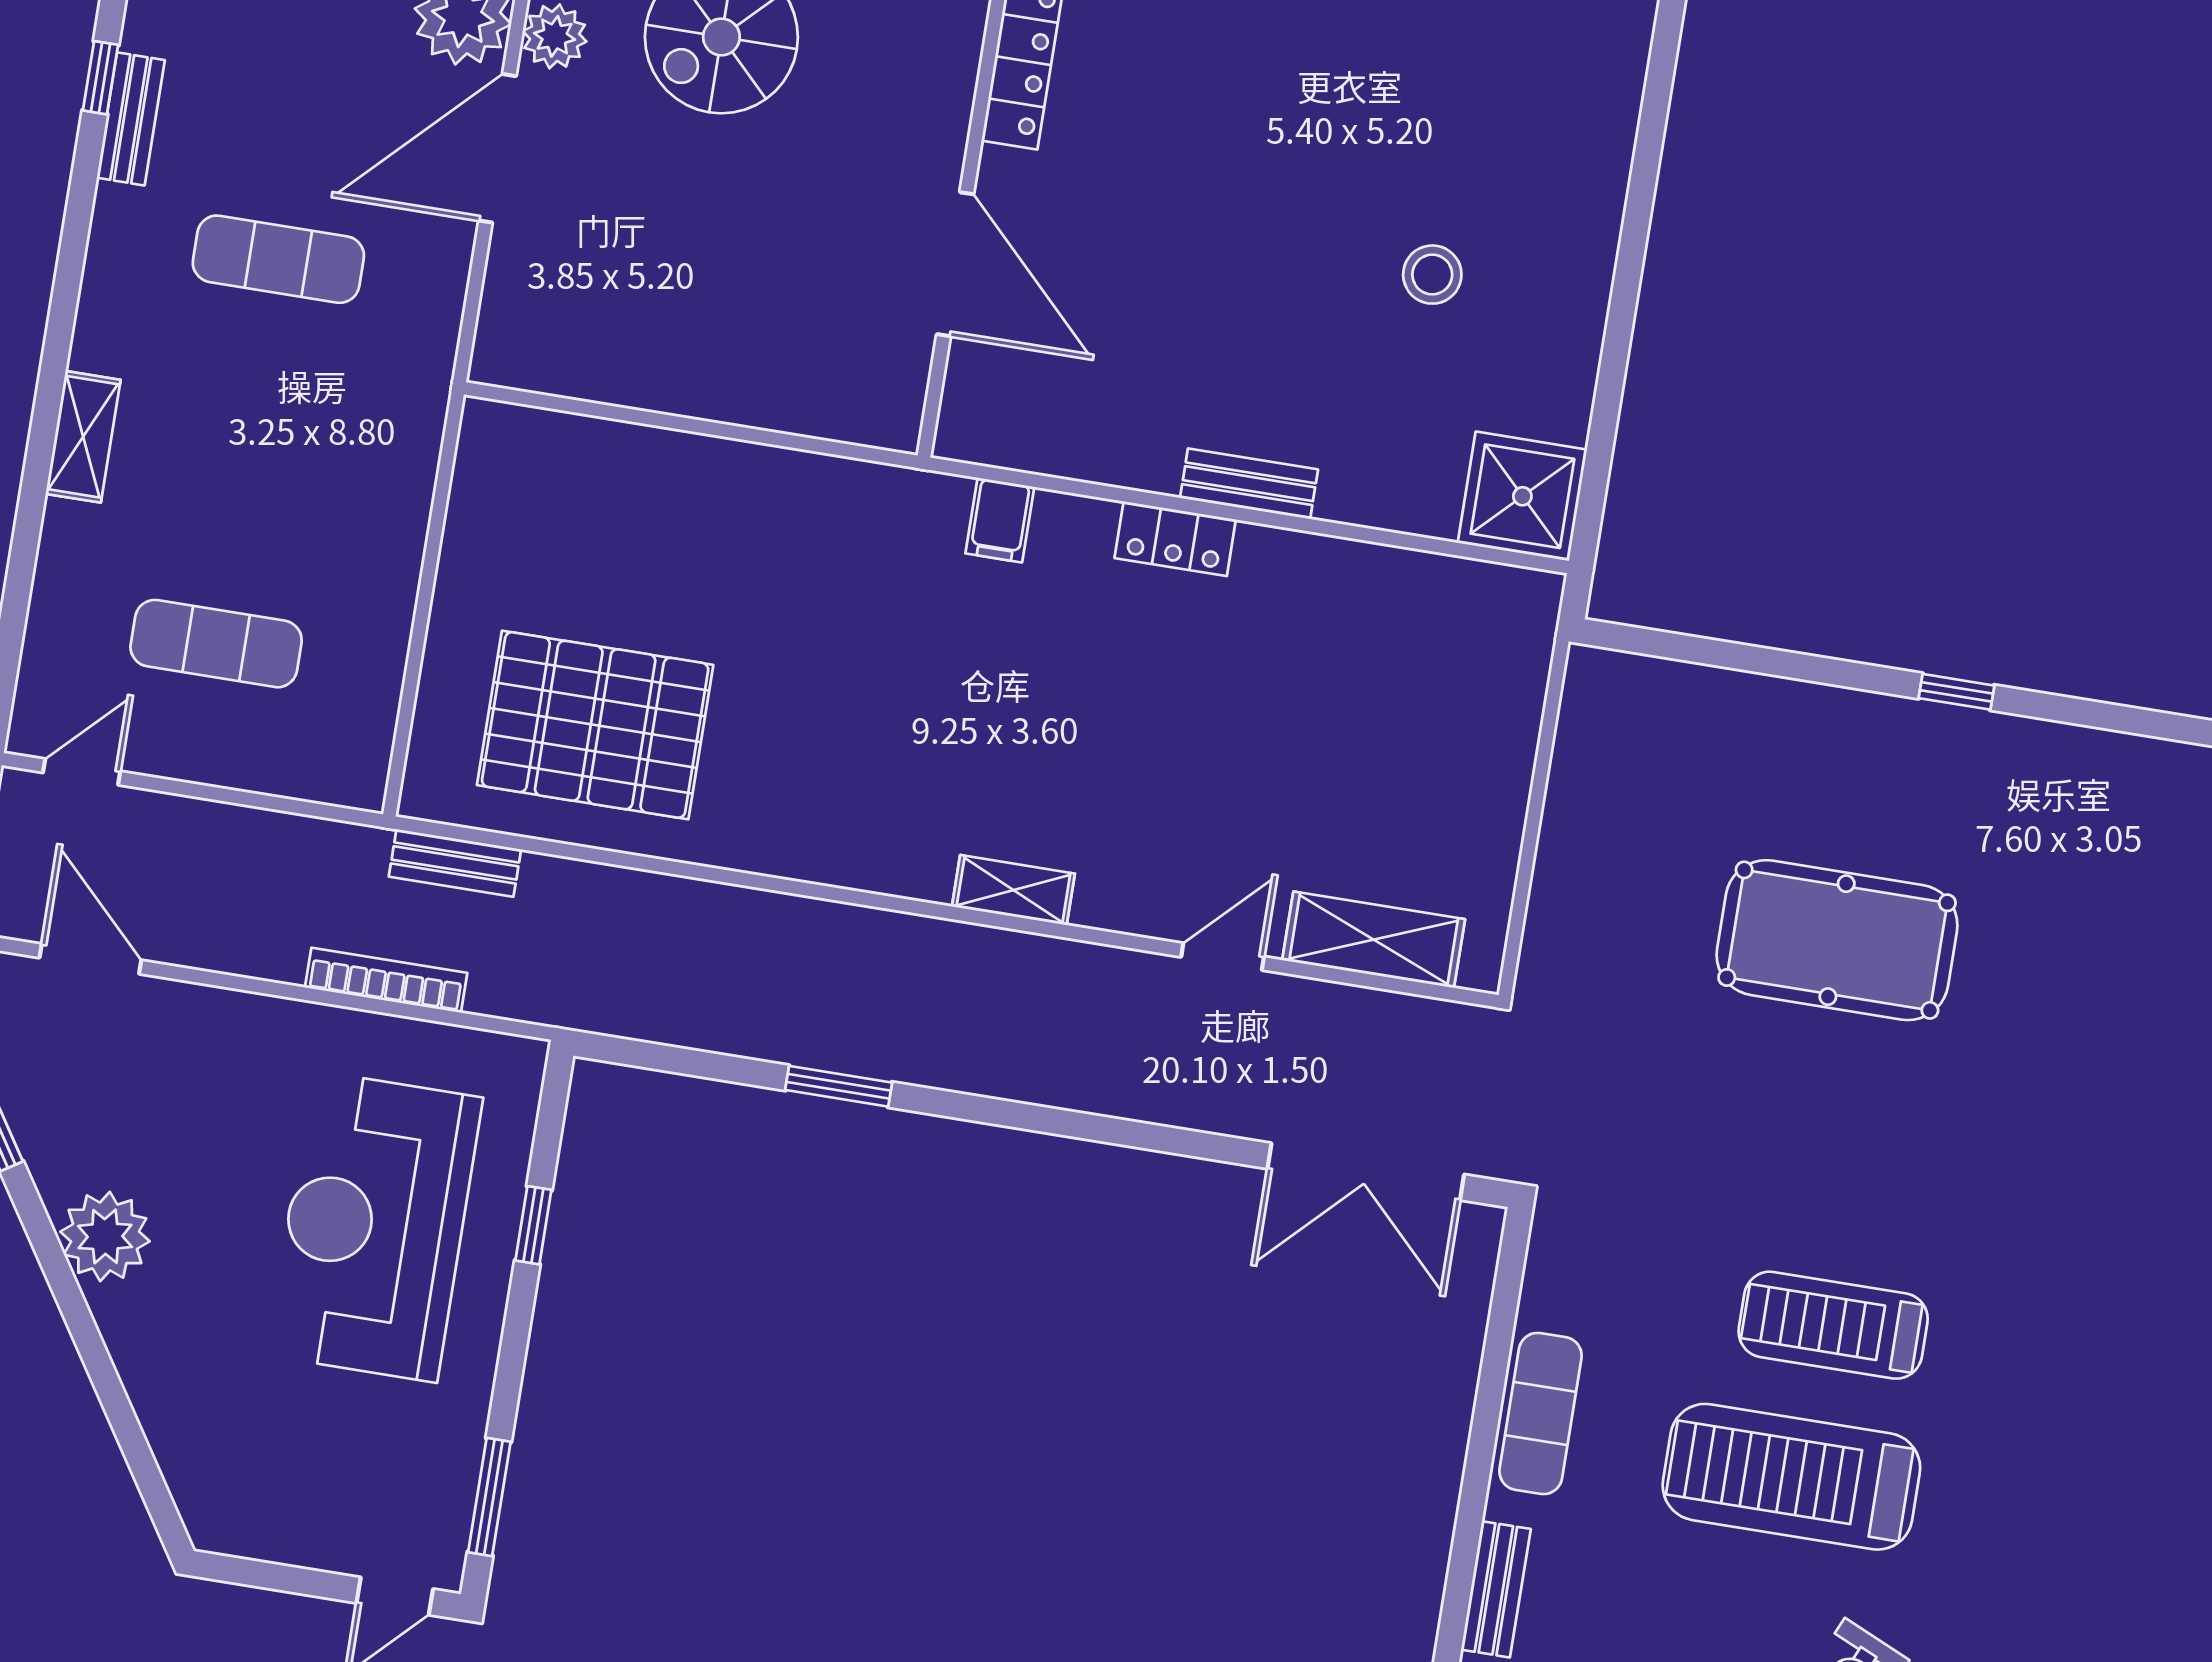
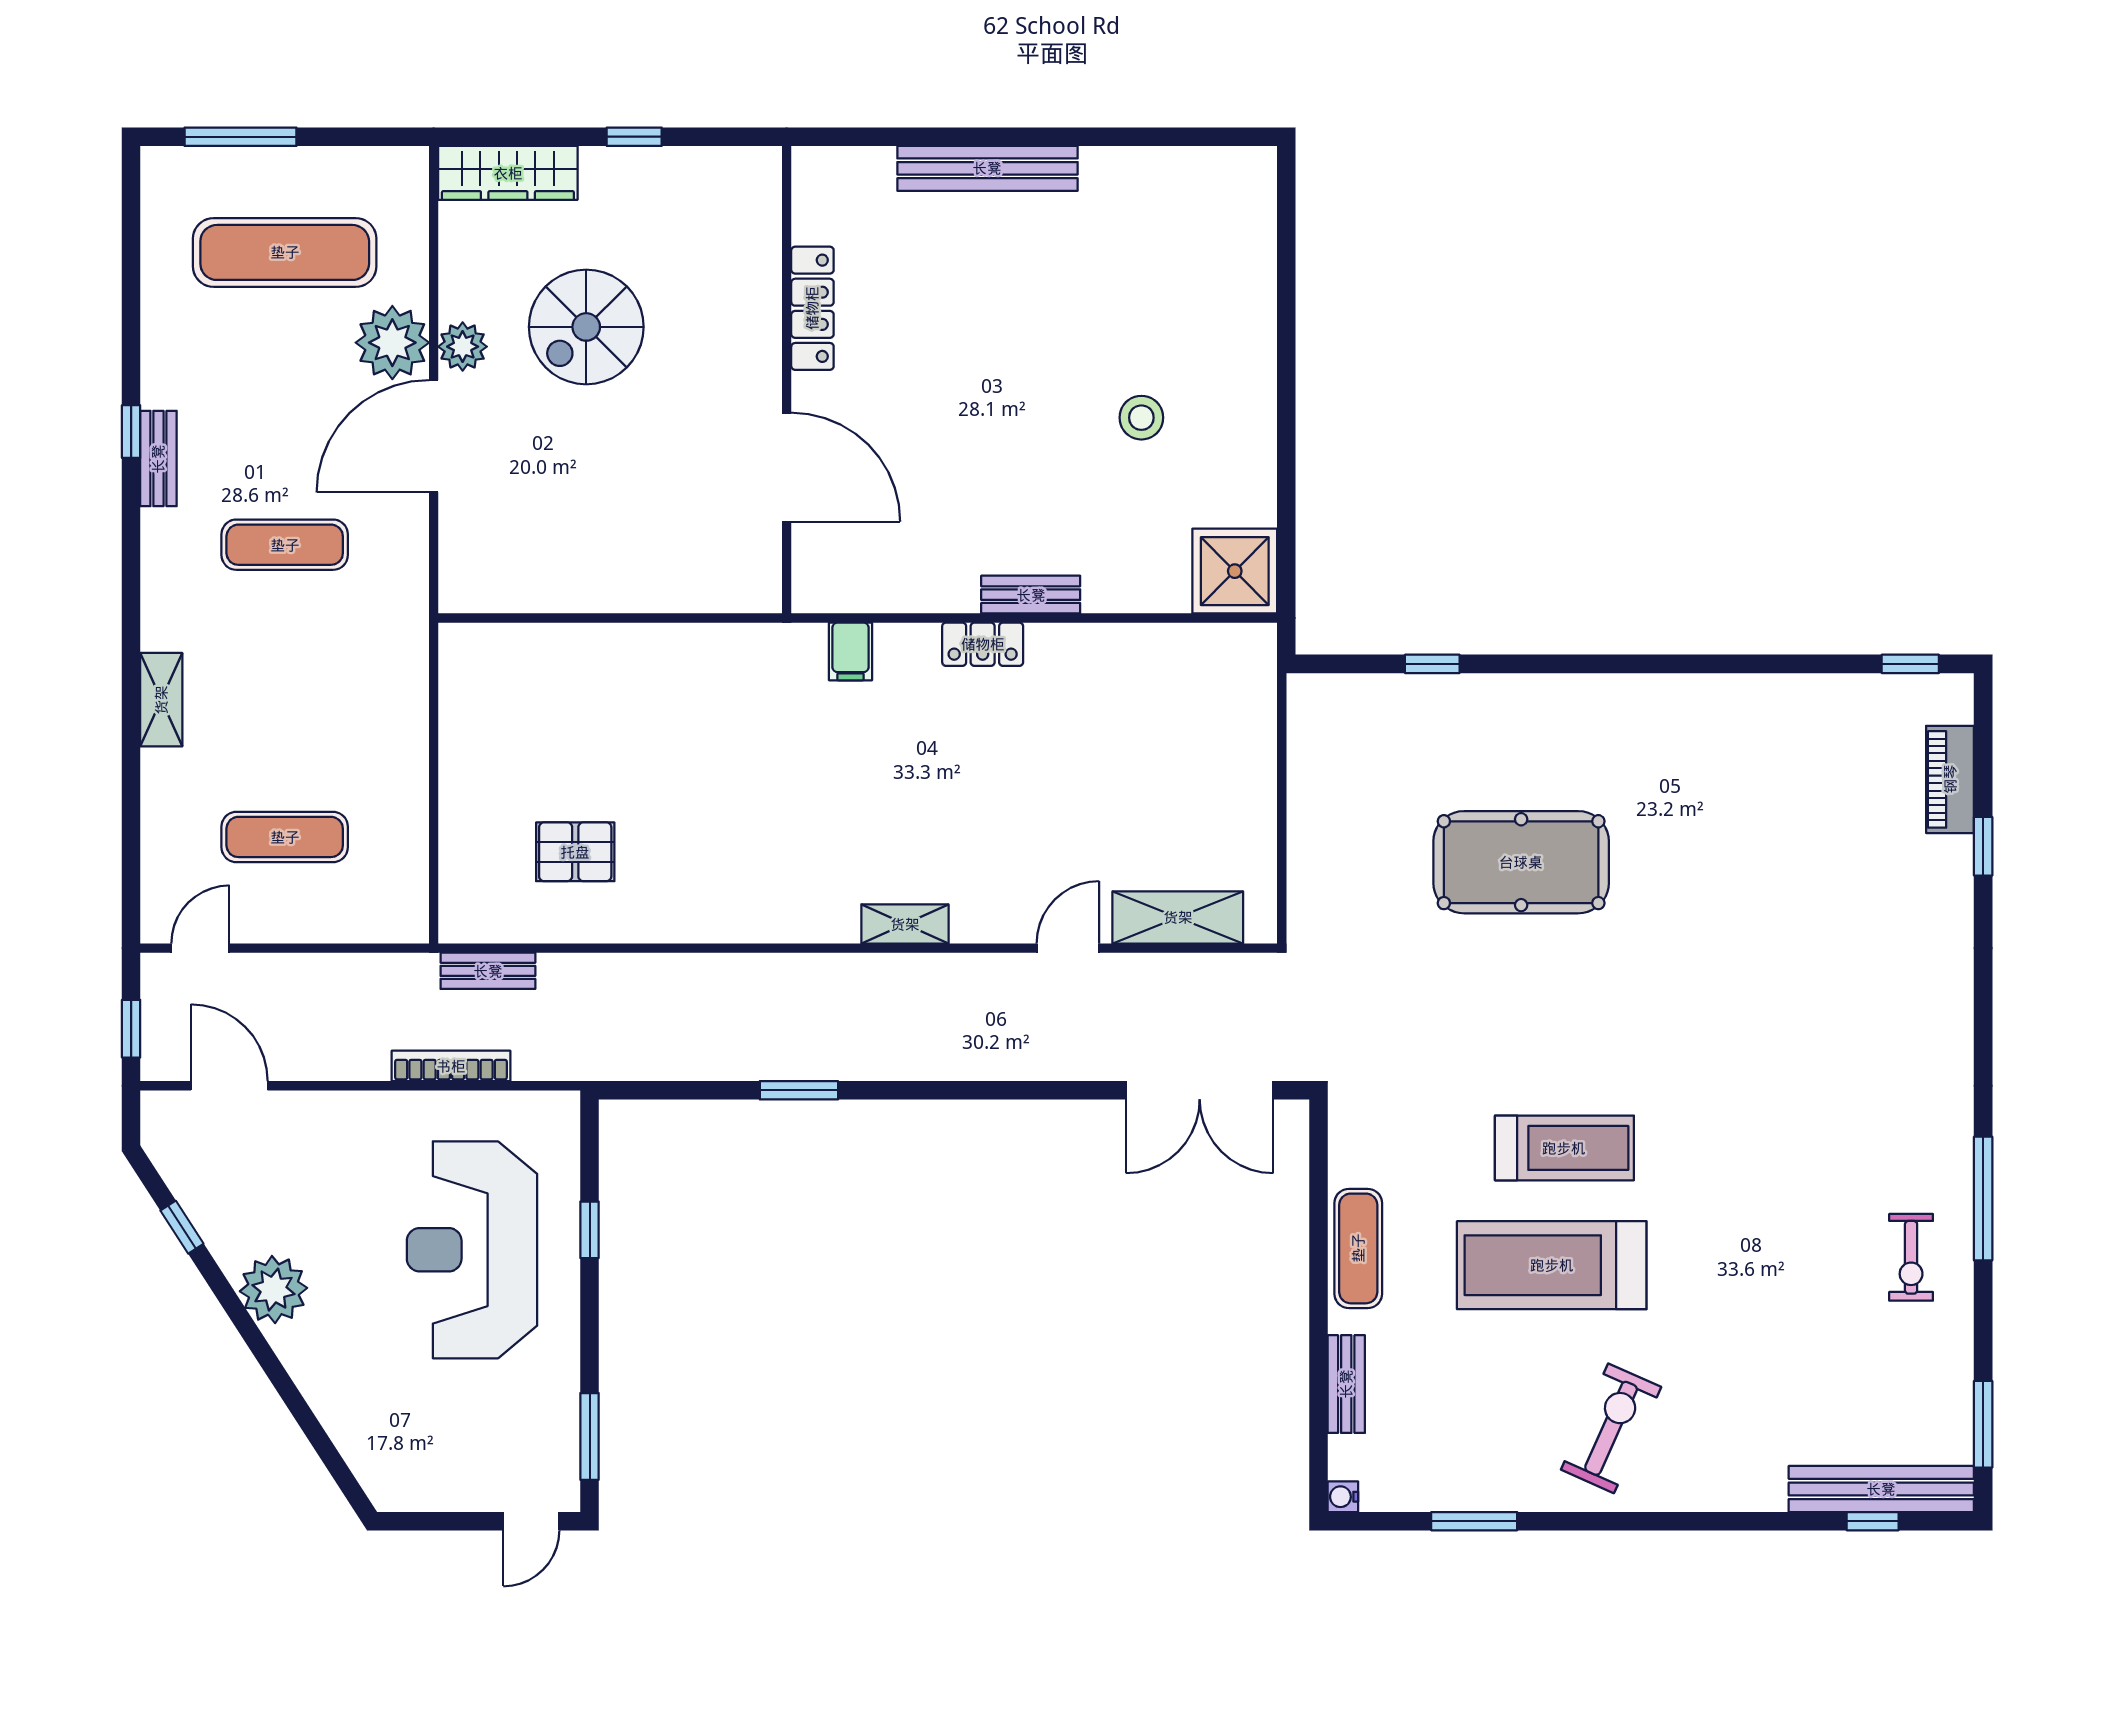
window: (1956, 692) -> (1432, 664), moved
pallet: (595, 725) -> (575, 852), width x0.49, depth x0.50
treadmill: (1833, 1325) -> (1564, 1148), turned 180

